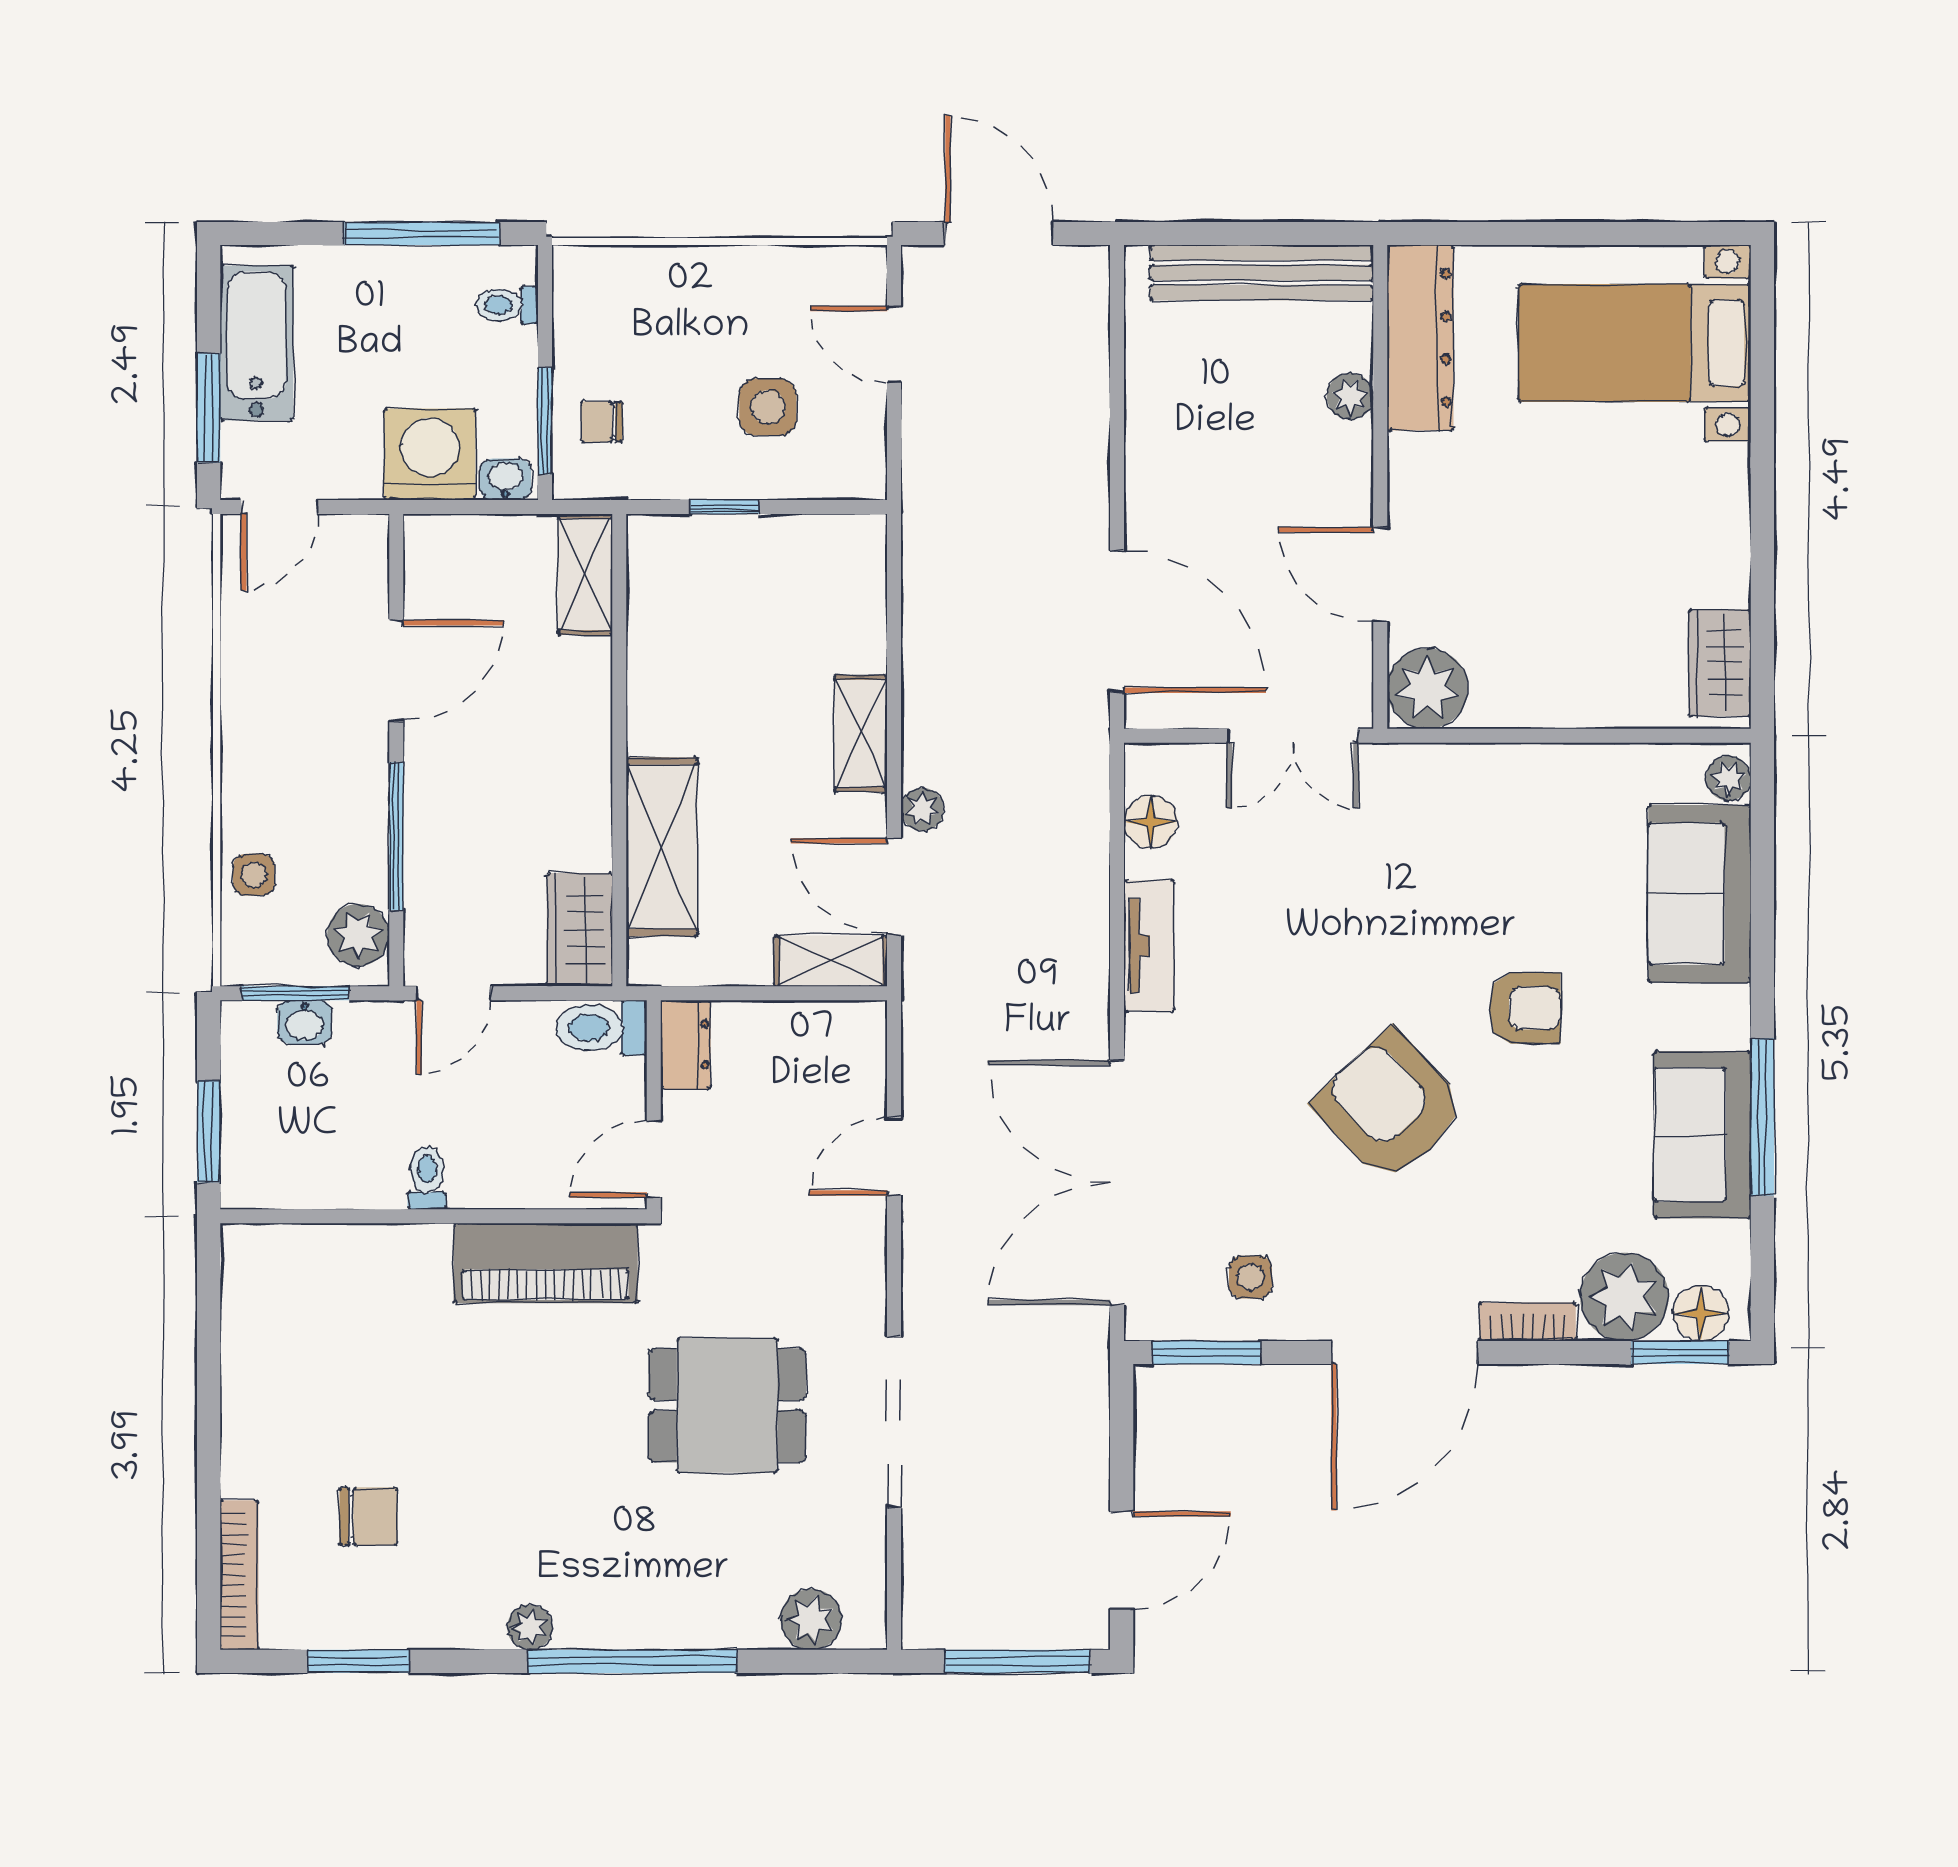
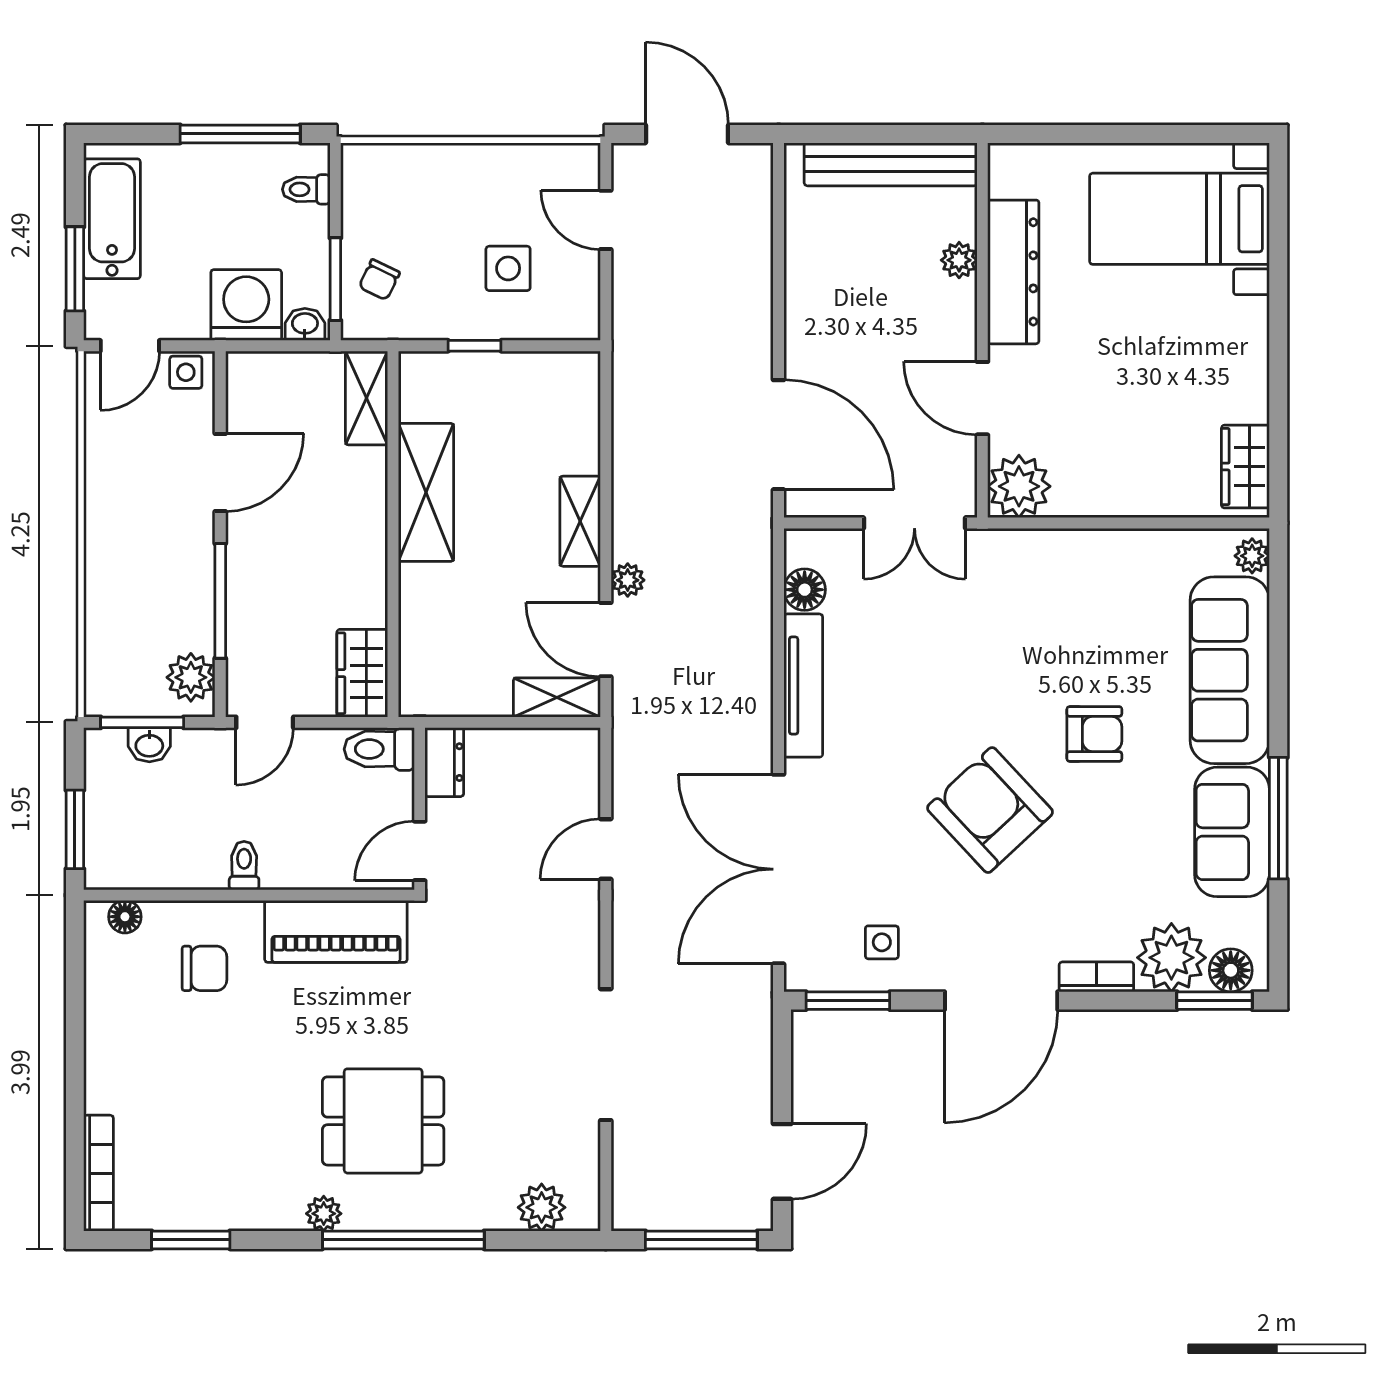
dresser: (1420, 338) -> (1013, 272), moved
chair: (602, 422) -> (379, 280), turned -64
shelving: (662, 847) -> (426, 492), moved
side table: (254, 875) -> (186, 372), moved
sofa: (1700, 894) -> (1230, 670), width x1.36
tv unit: (1149, 946) -> (803, 686), width x1.41
floor lamp: (273, 1244) -> (125, 917), added
dining table: (727, 1405) -> (383, 1121), moved
chair: (368, 1516) -> (205, 968), moved

